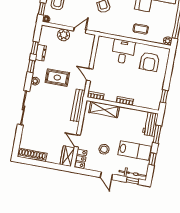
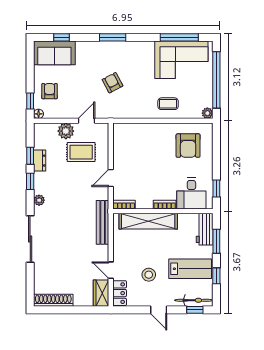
desk: (123, 52) -> (191, 193), moved, turned 180
door: (90, 75) -> (111, 178), hinge flipped
rug: (57, 78) -> (81, 152), moved
shelving: (104, 109) -> (148, 221), width x1.47

